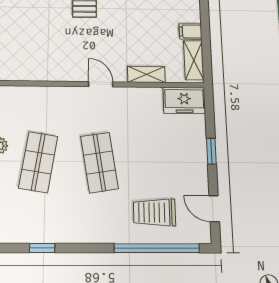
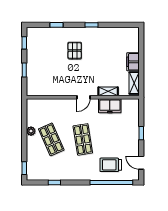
filing cabinet: (191, 32) -> (133, 62), width x2.00
door: (101, 84) -> (84, 97), swing flipped
freezer: (184, 100) -> (110, 106), moved
shop shelf: (38, 162) -> (51, 139), turned -33

